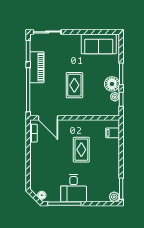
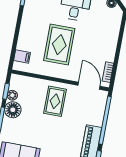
rug: (74, 85) -> (55, 101), moved
rug: (81, 150) -> (59, 45), width x1.36, depth x1.43

